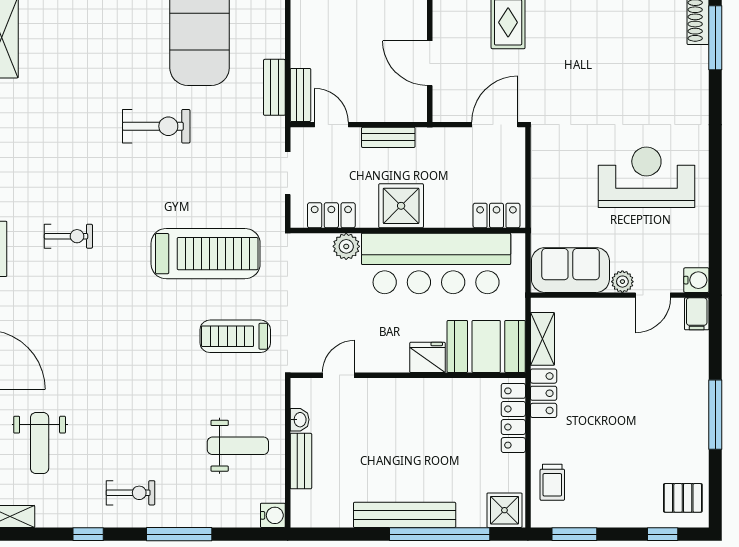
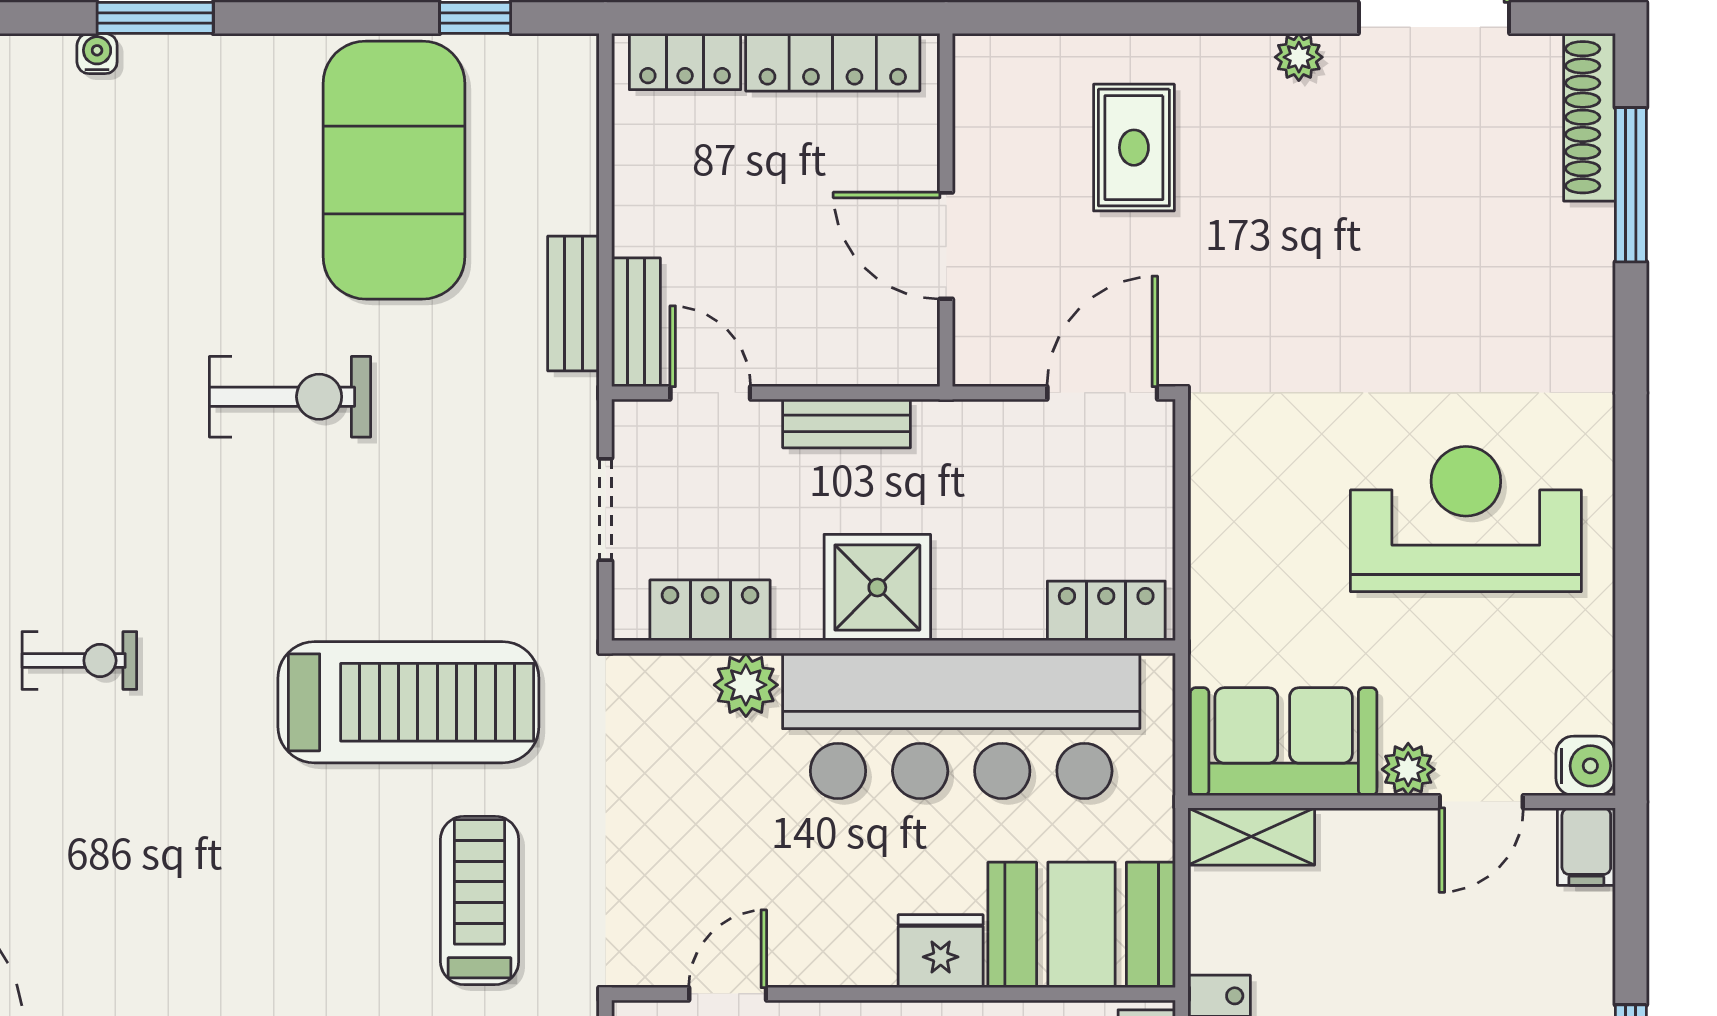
treadmill: (235, 336) -> (480, 900), turned 90
shelving: (542, 339) -> (1251, 837), moved, turned 90

